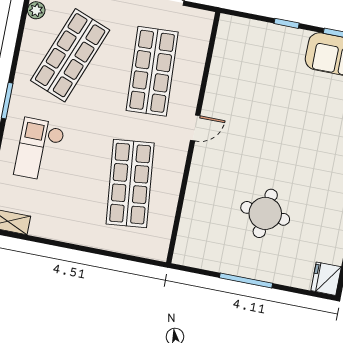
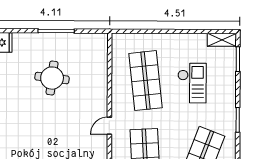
checkout: (39, 150) -> (192, 83), moved

